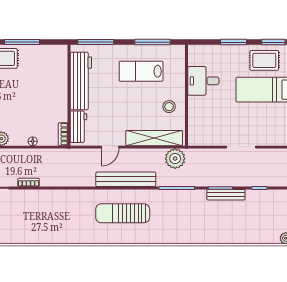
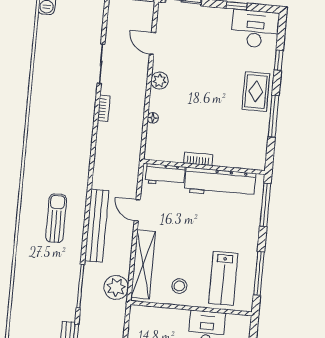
lab bench: (141, 71) -> (223, 278), moved, turned 180
bookcase: (63, 134) -> (198, 159), moved
sun lounger: (123, 213) -> (56, 218), width x0.73, depth x0.75

